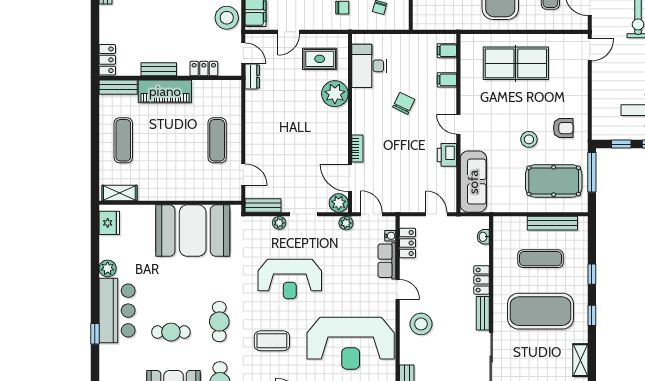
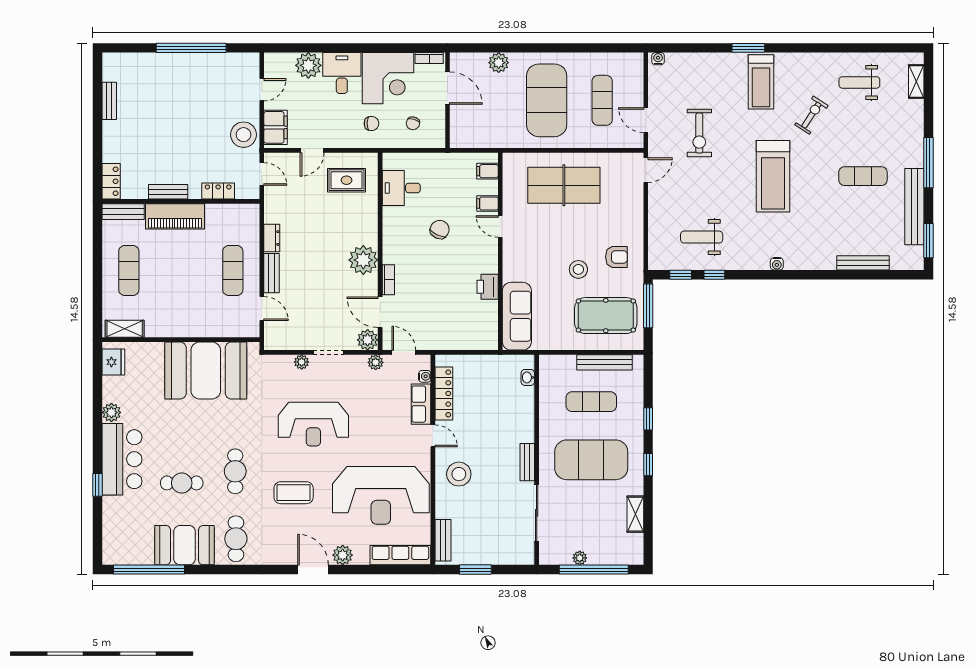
desk: (369, 66) -> (401, 188), width x0.73
dresser: (252, 76) -> (272, 238), moved
plant: (335, 94) -> (363, 260), moved
door: (458, 124) -> (500, 227), moved
bench: (263, 205) -> (272, 273), moved, turned 90
door: (436, 214) -> (476, 352), removed
locker: (408, 243) -> (444, 393), width x1.53
locker: (482, 280) -> (526, 425), removed

